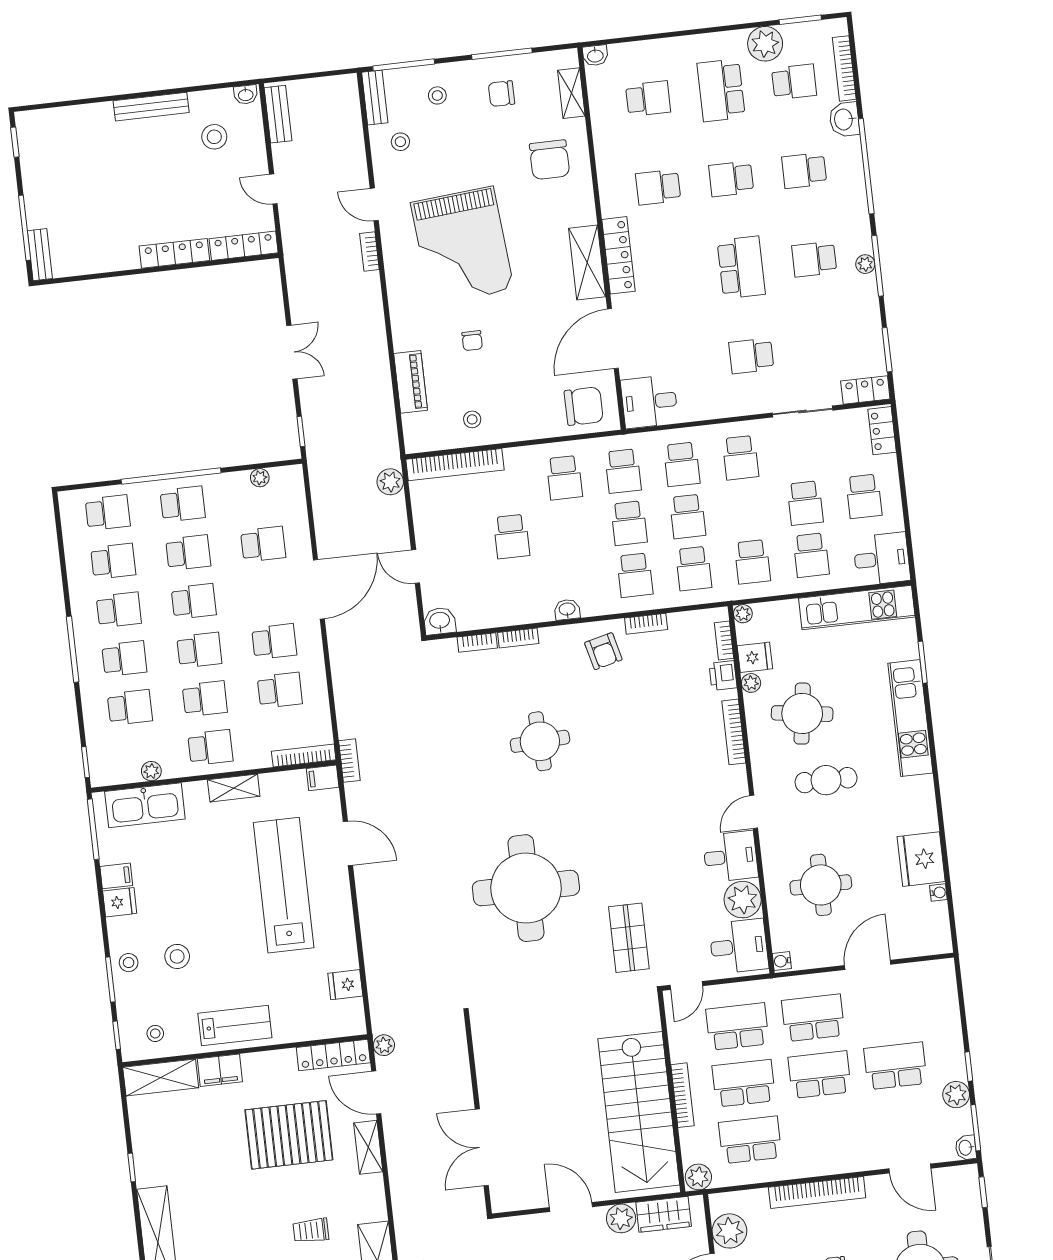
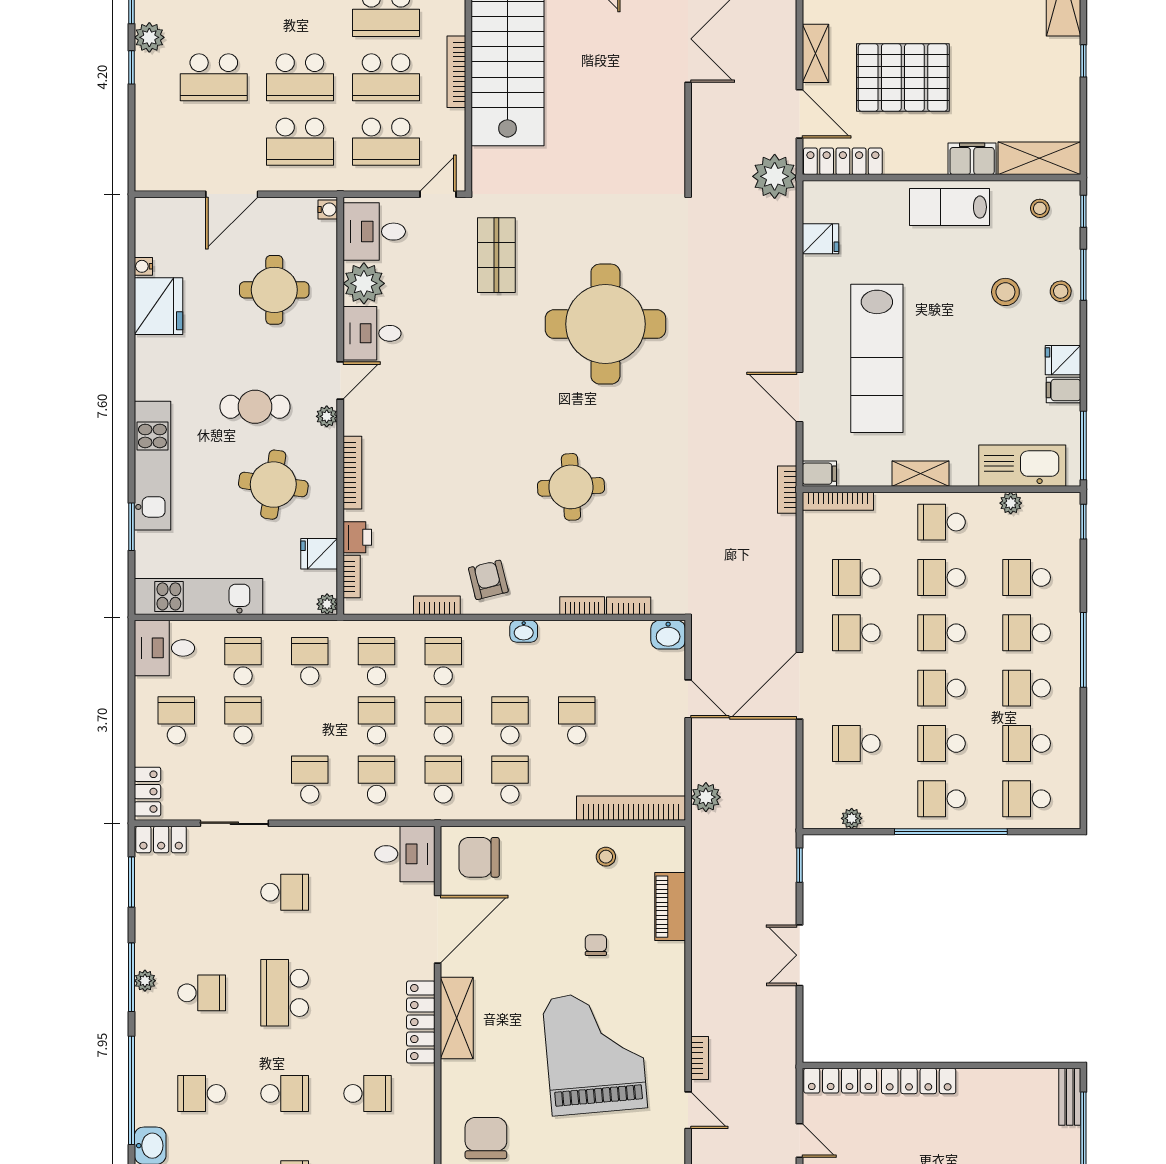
school desk: (804, 170) -> (202, 1093), turned 180
school desk: (570, 530) -> (510, 720), added
plant: (751, 683) -> (327, 416), moved
plant: (384, 1045) -> (775, 176), width x1.88, depth x1.88

